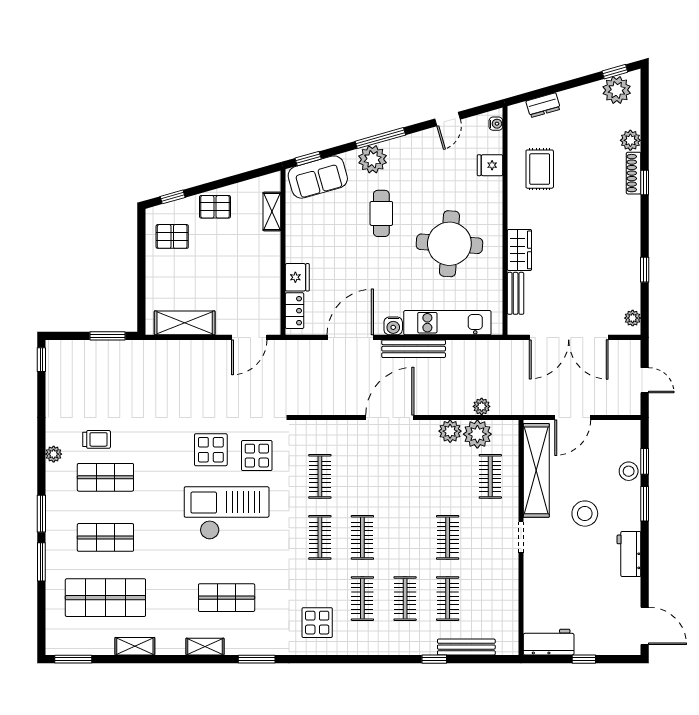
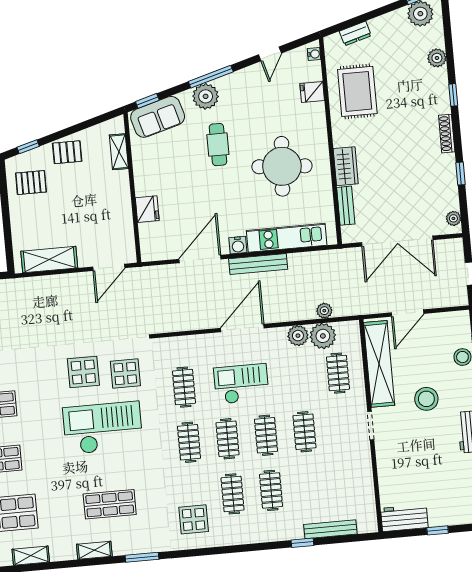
rug: (540, 169) -> (357, 91), width x1.36, depth x1.43
shoe rack: (634, 173) -> (447, 134), moved
locker: (295, 311) -> (148, 239), removed
checkout: (383, 479) -> (241, 384), added
clothes rail: (448, 599) -> (266, 435), moved

